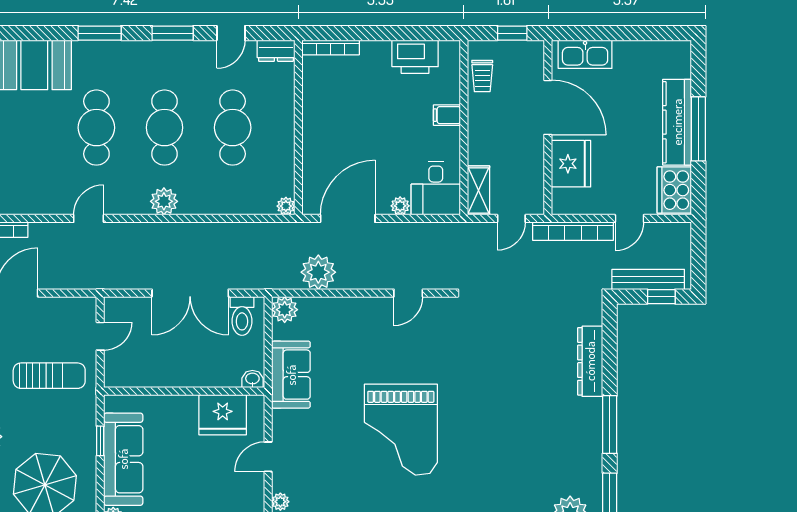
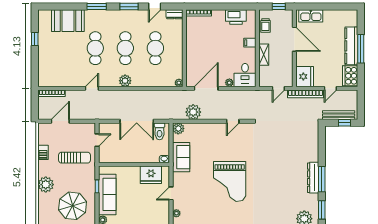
fridge: (571, 164) -> (305, 77), moved
shelving: (478, 190) -> (264, 55), moved
dresser: (590, 361) -> (313, 178), moved

